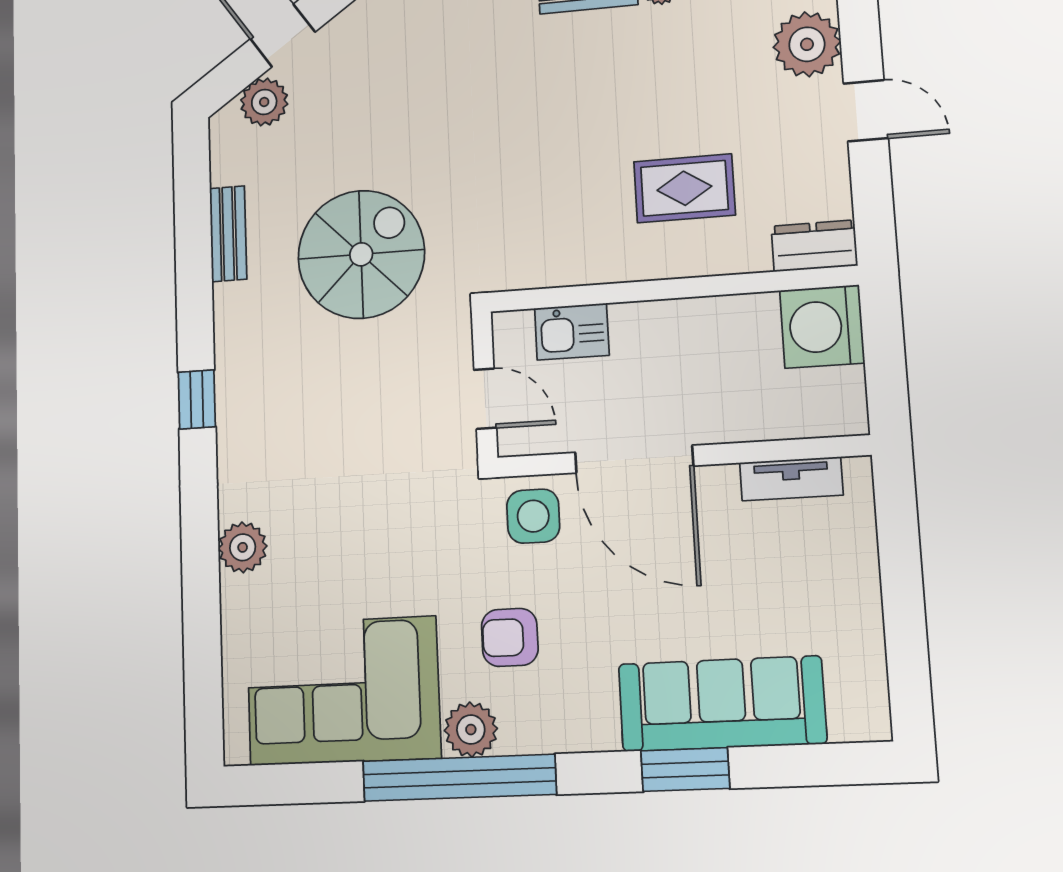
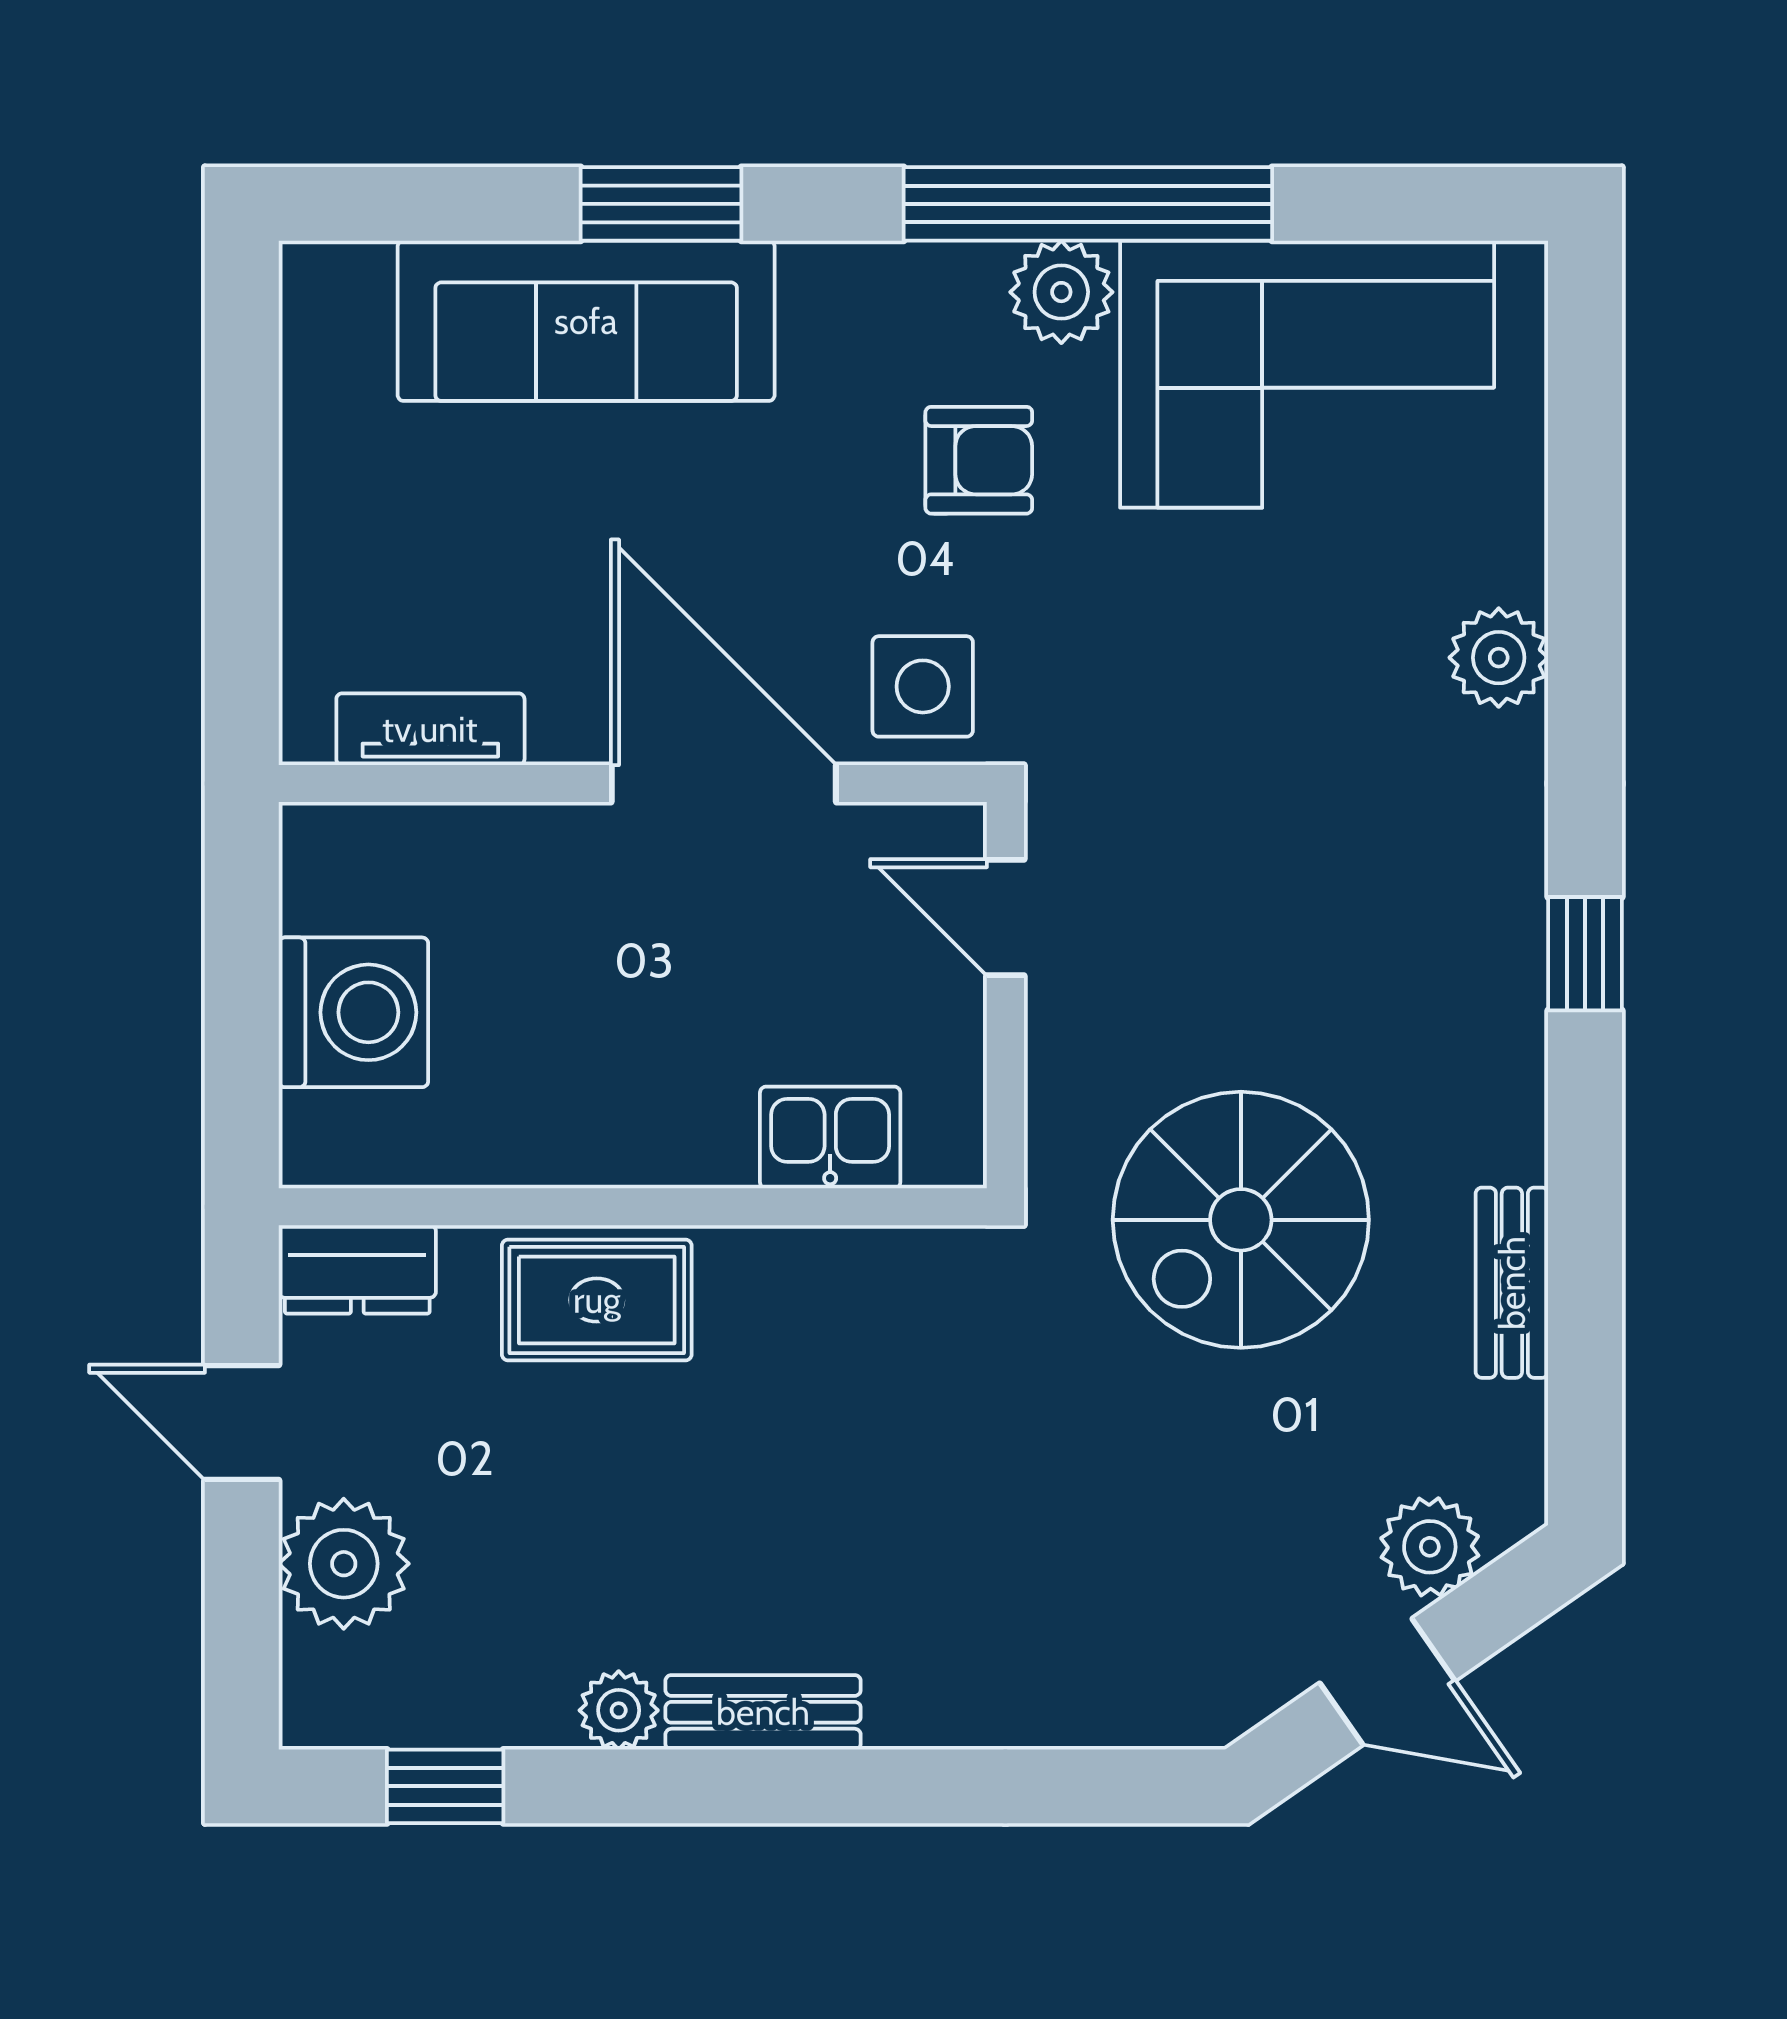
dresser: (814, 246) -> (357, 1269), moved
wall: (672, 289) -> (633, 1207), moved
kitchen sink: (572, 332) -> (830, 1137), moved

